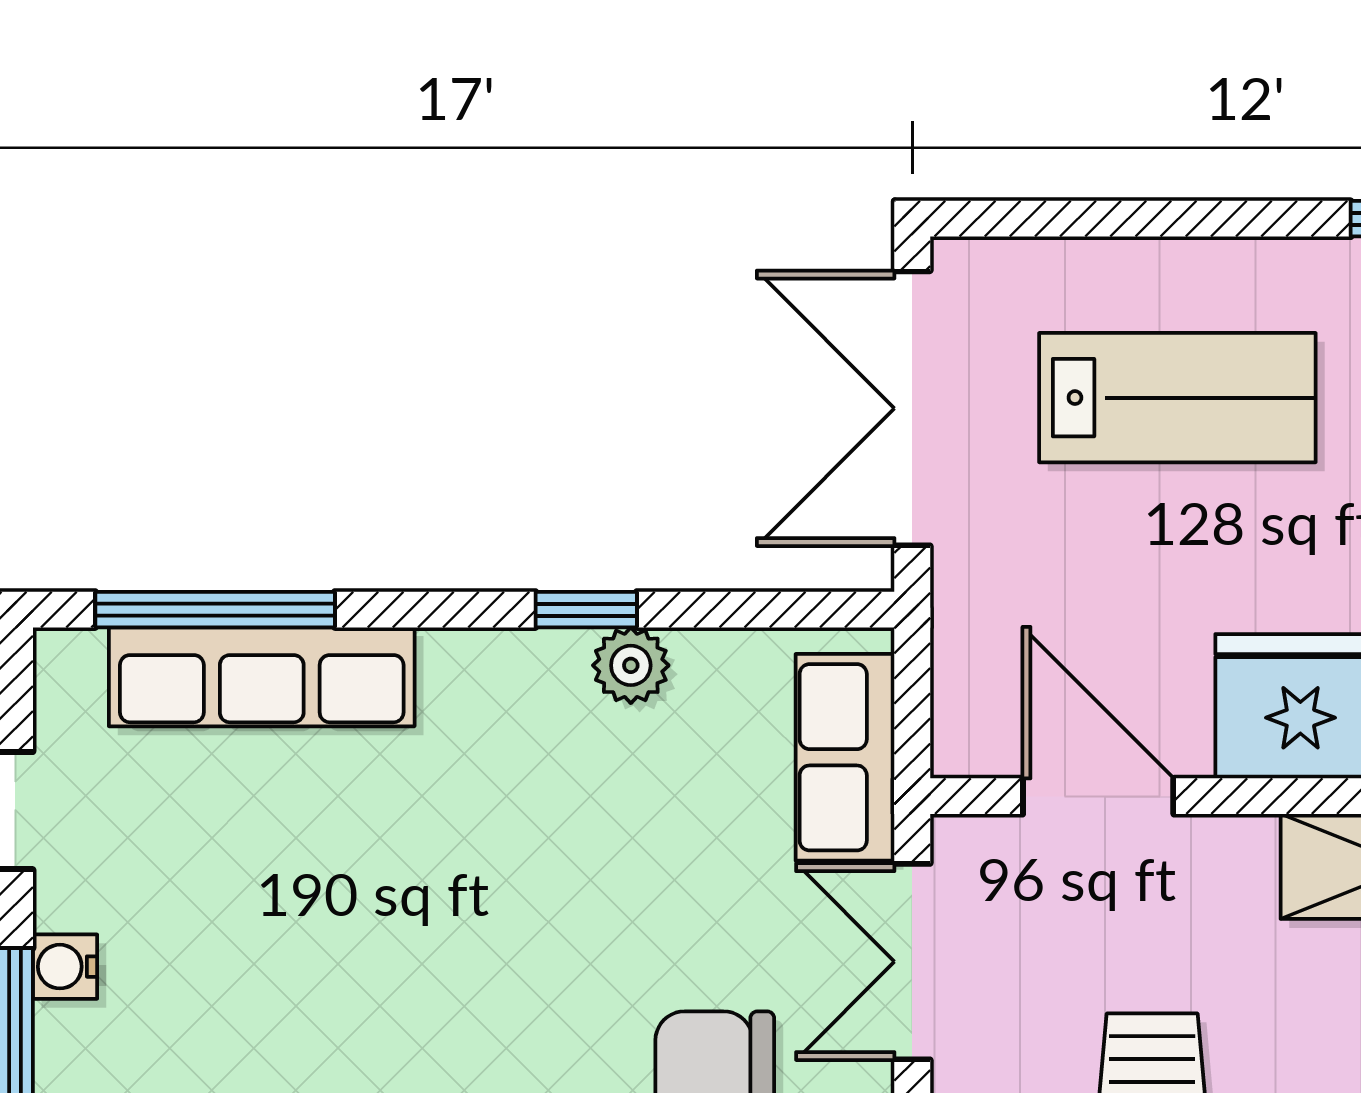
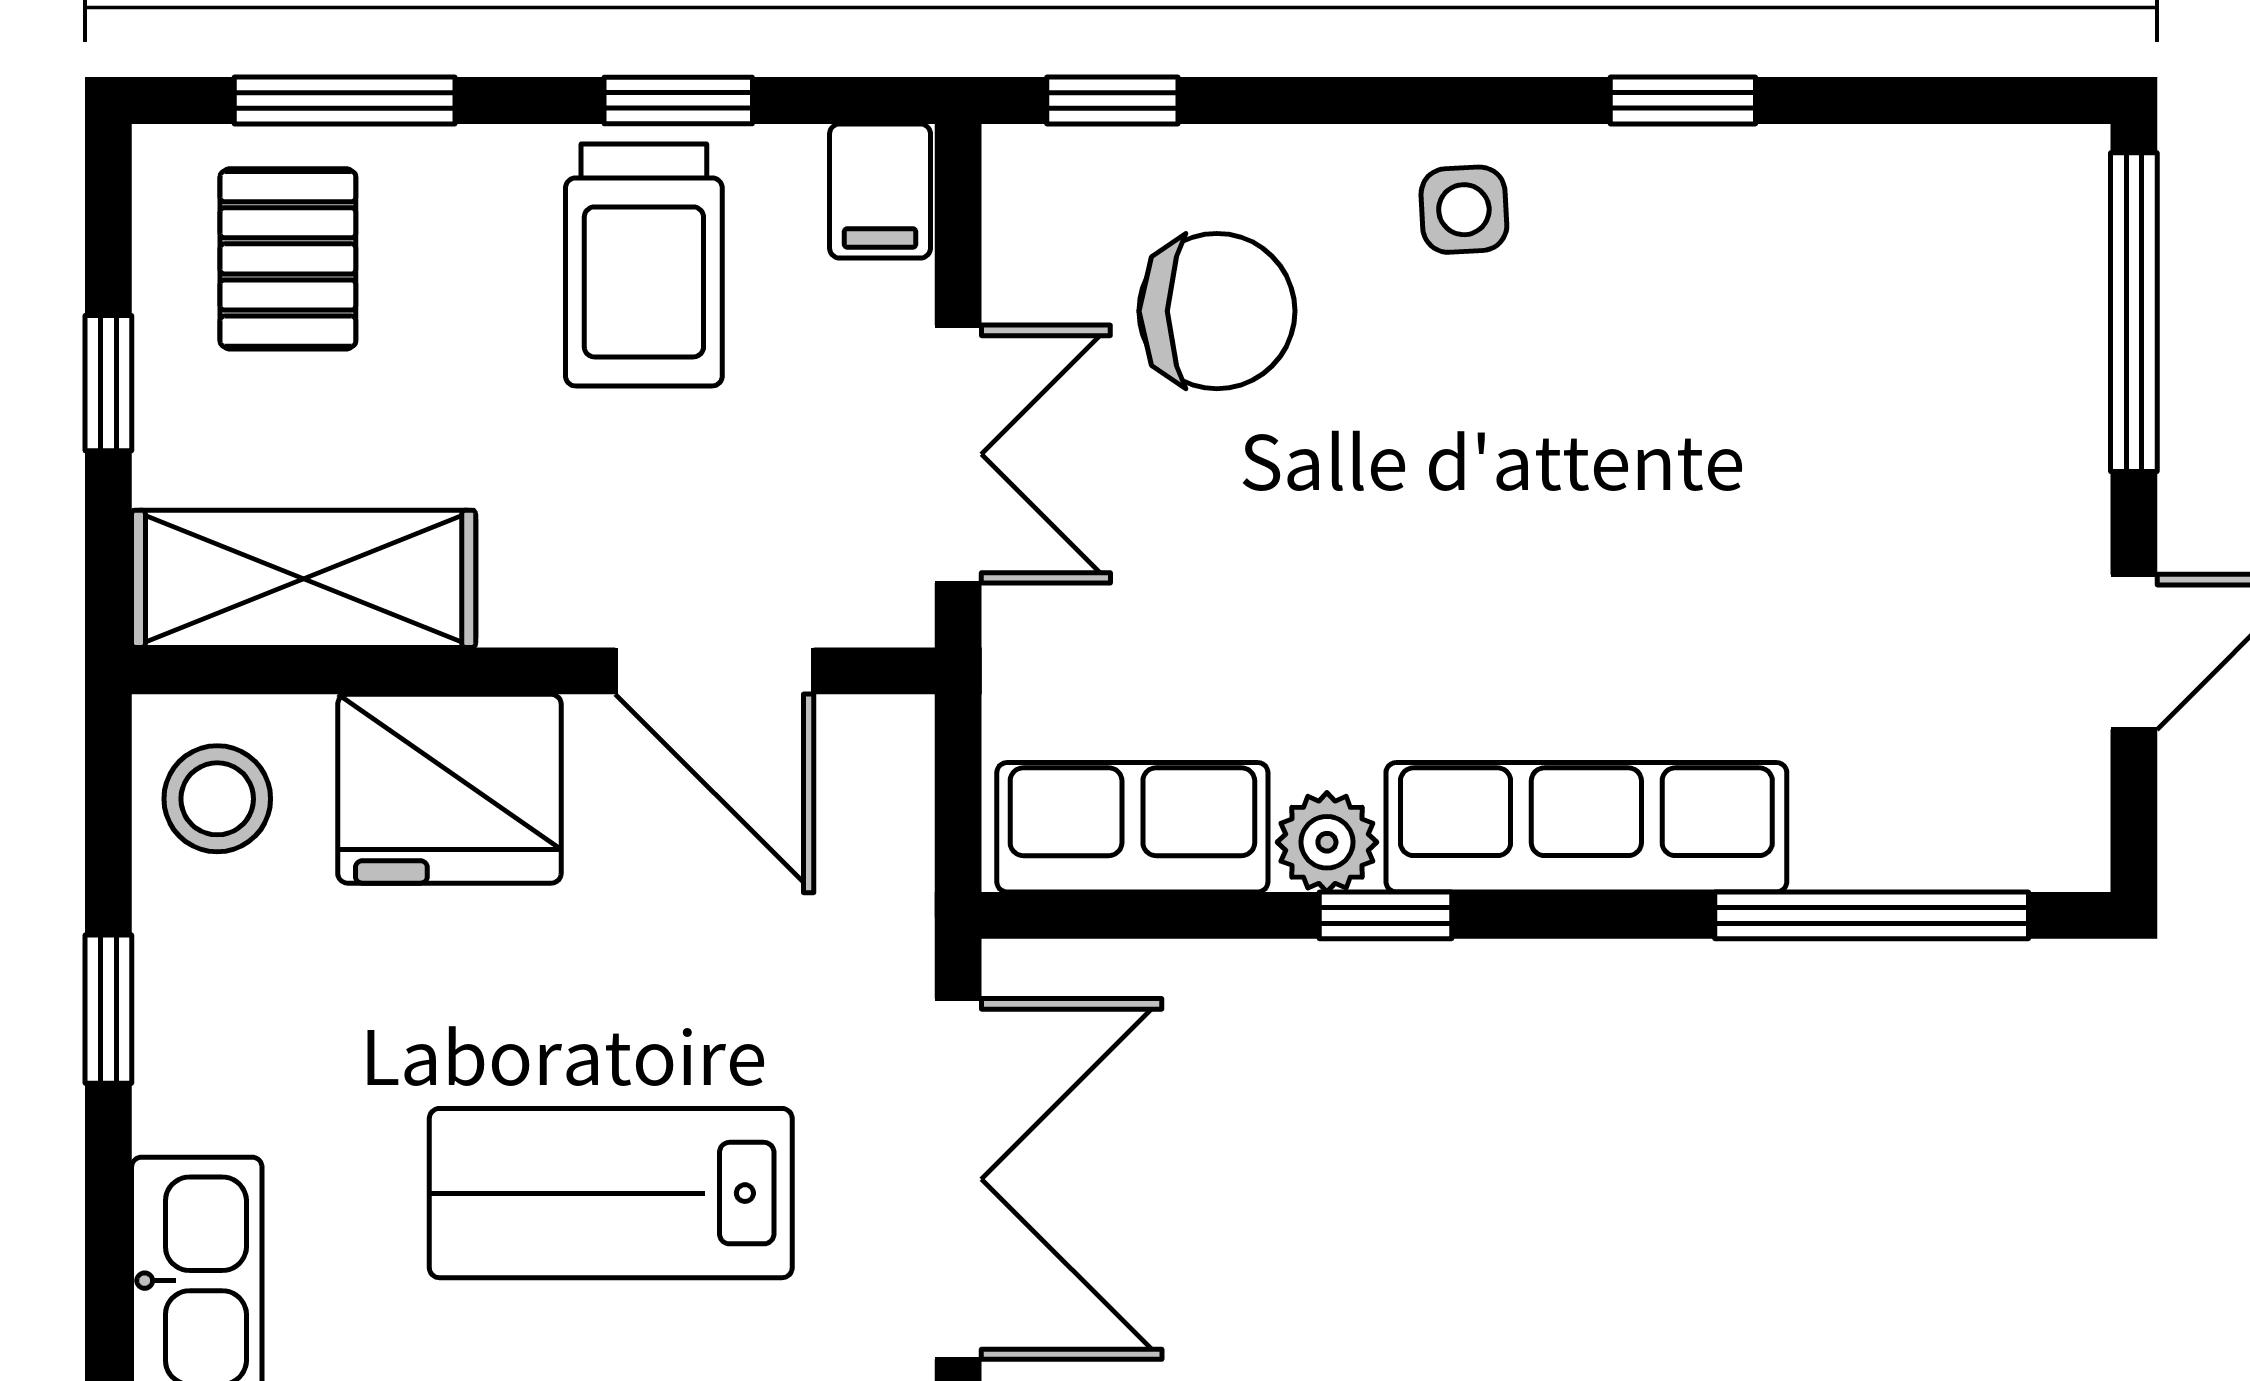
row of seats: (262, 677) -> (1586, 827), moved
row of seats: (845, 757) -> (1132, 827), moved, turned -90
water cooler: (65, 967) -> (2068, 448), removed

